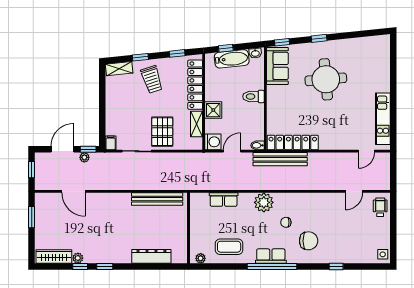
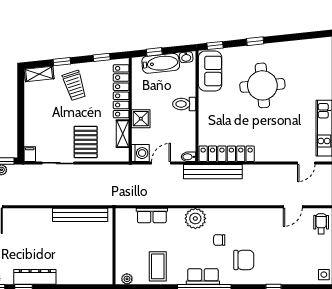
coffee table: (229, 247) -> (158, 266), turned 90
dresser: (151, 256) -> (35, 277), moved

